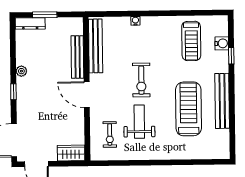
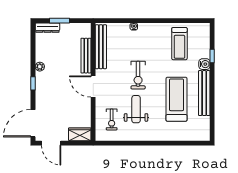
water cooler: (222, 43) -> (204, 64), moved

